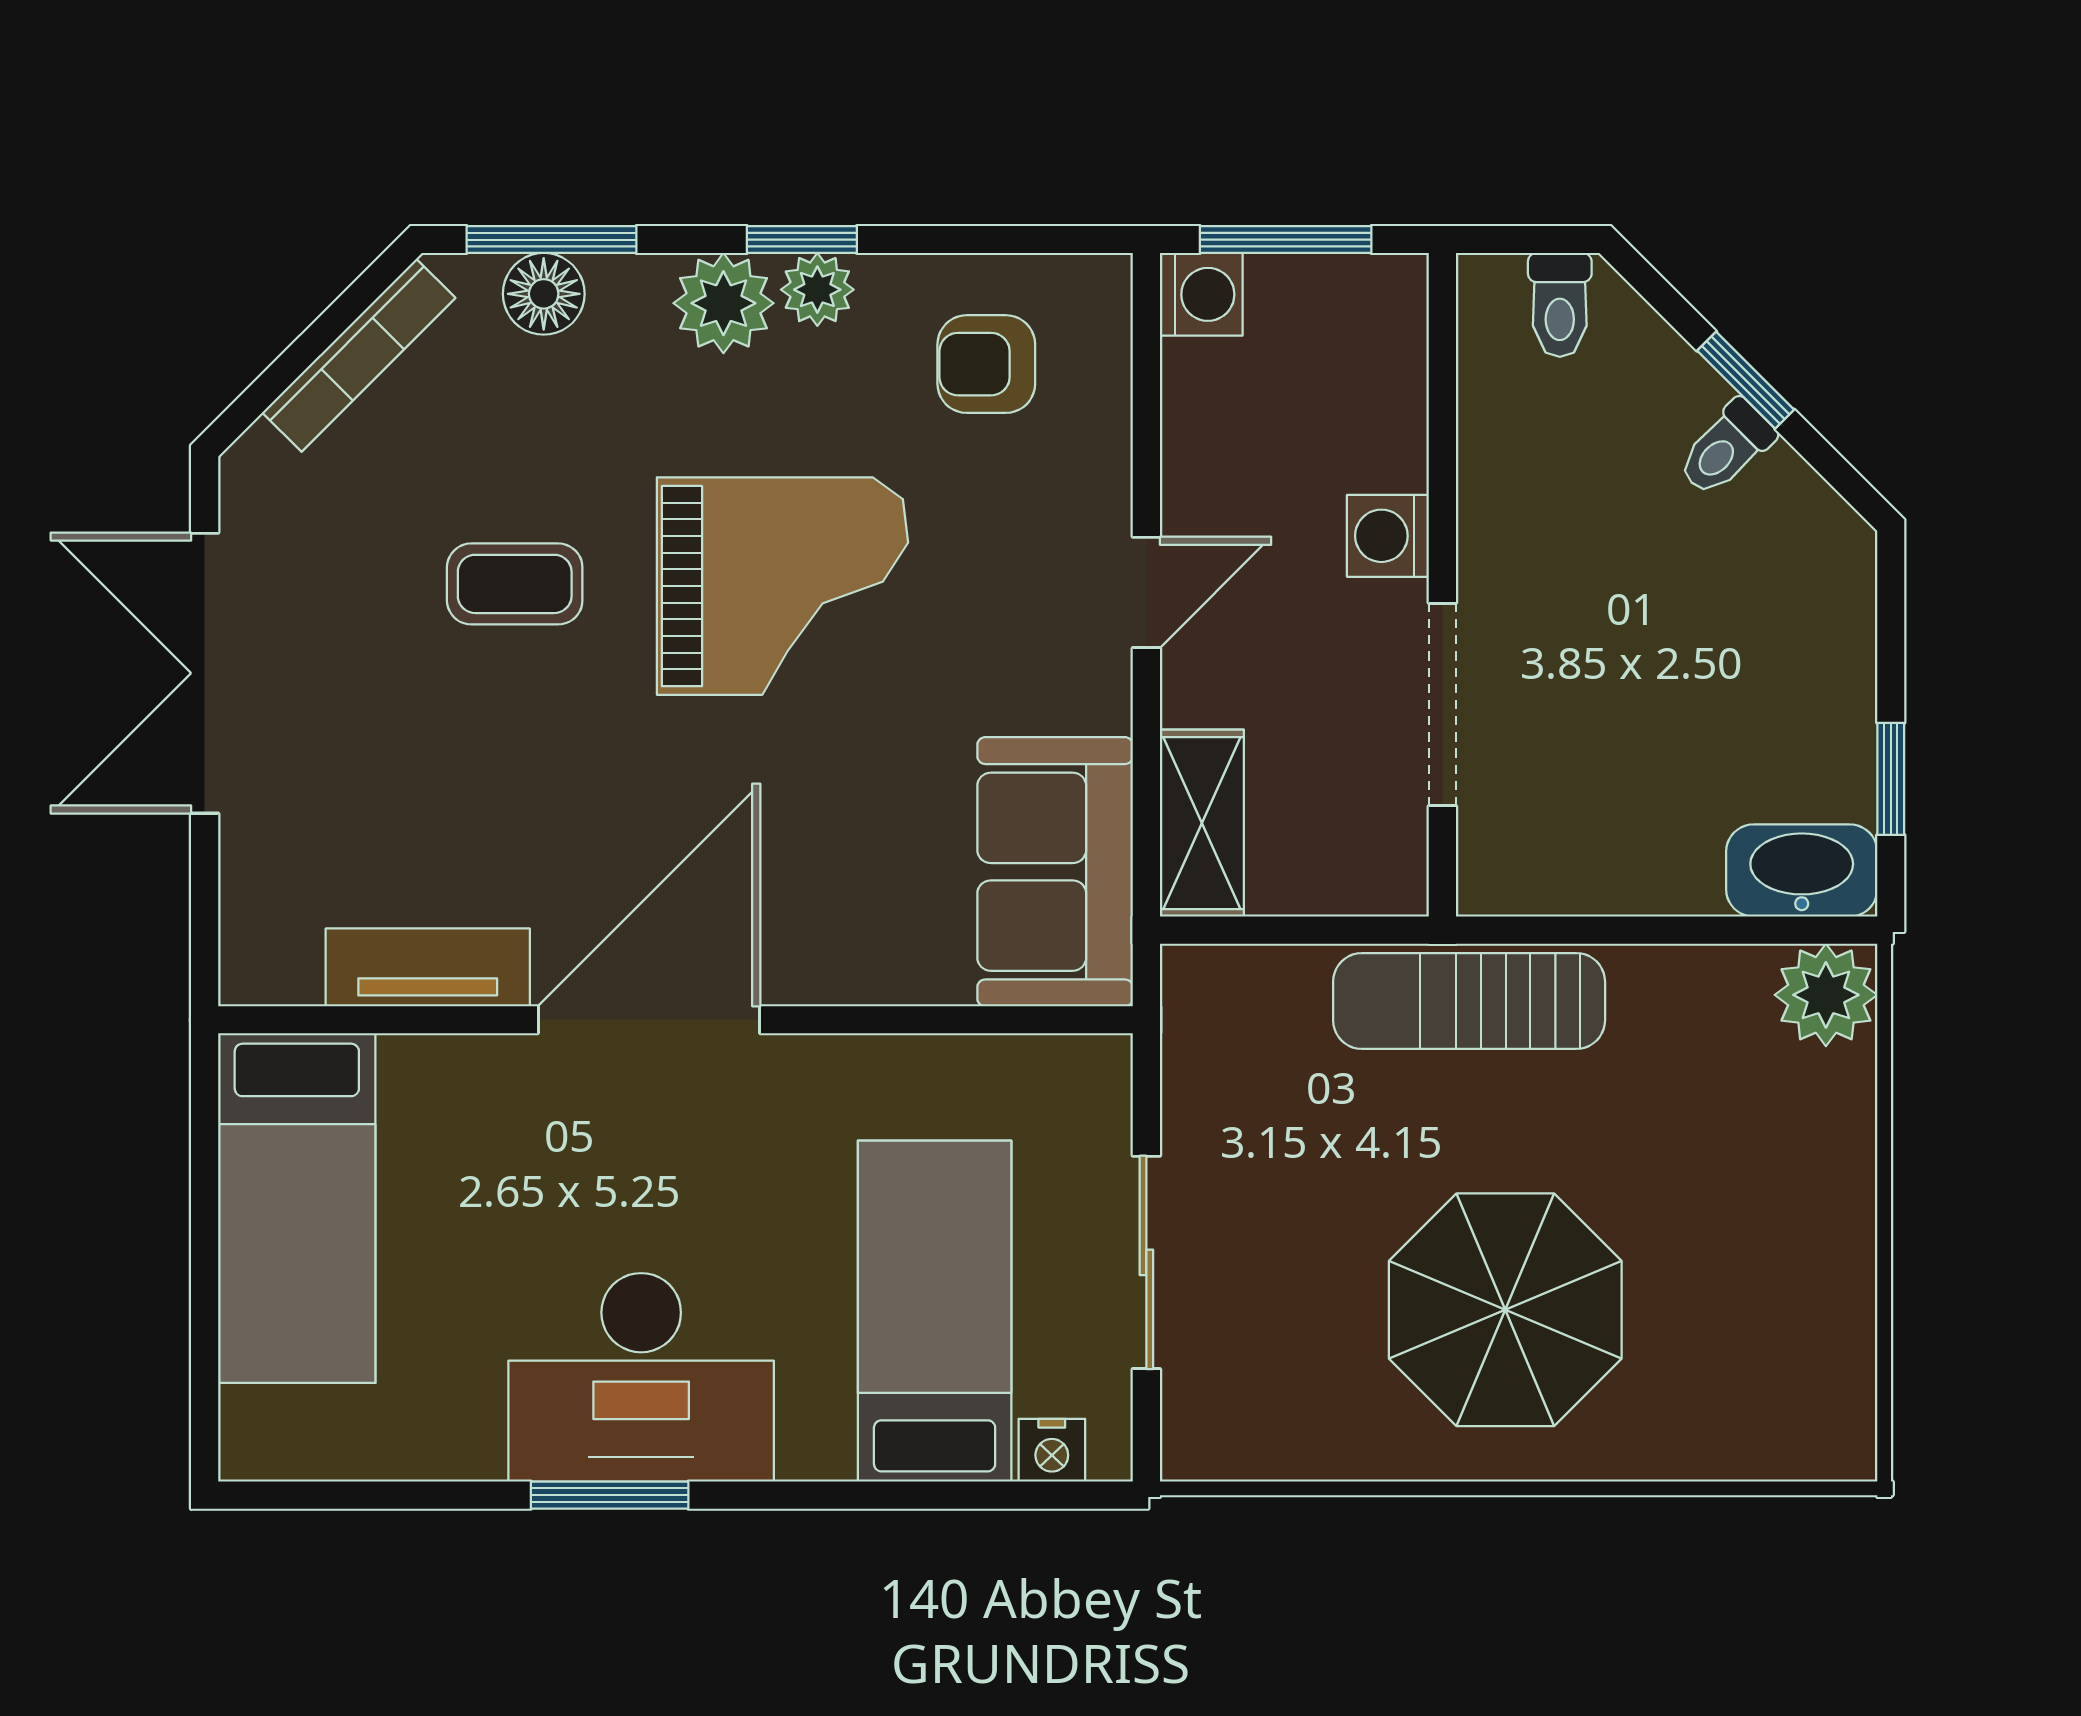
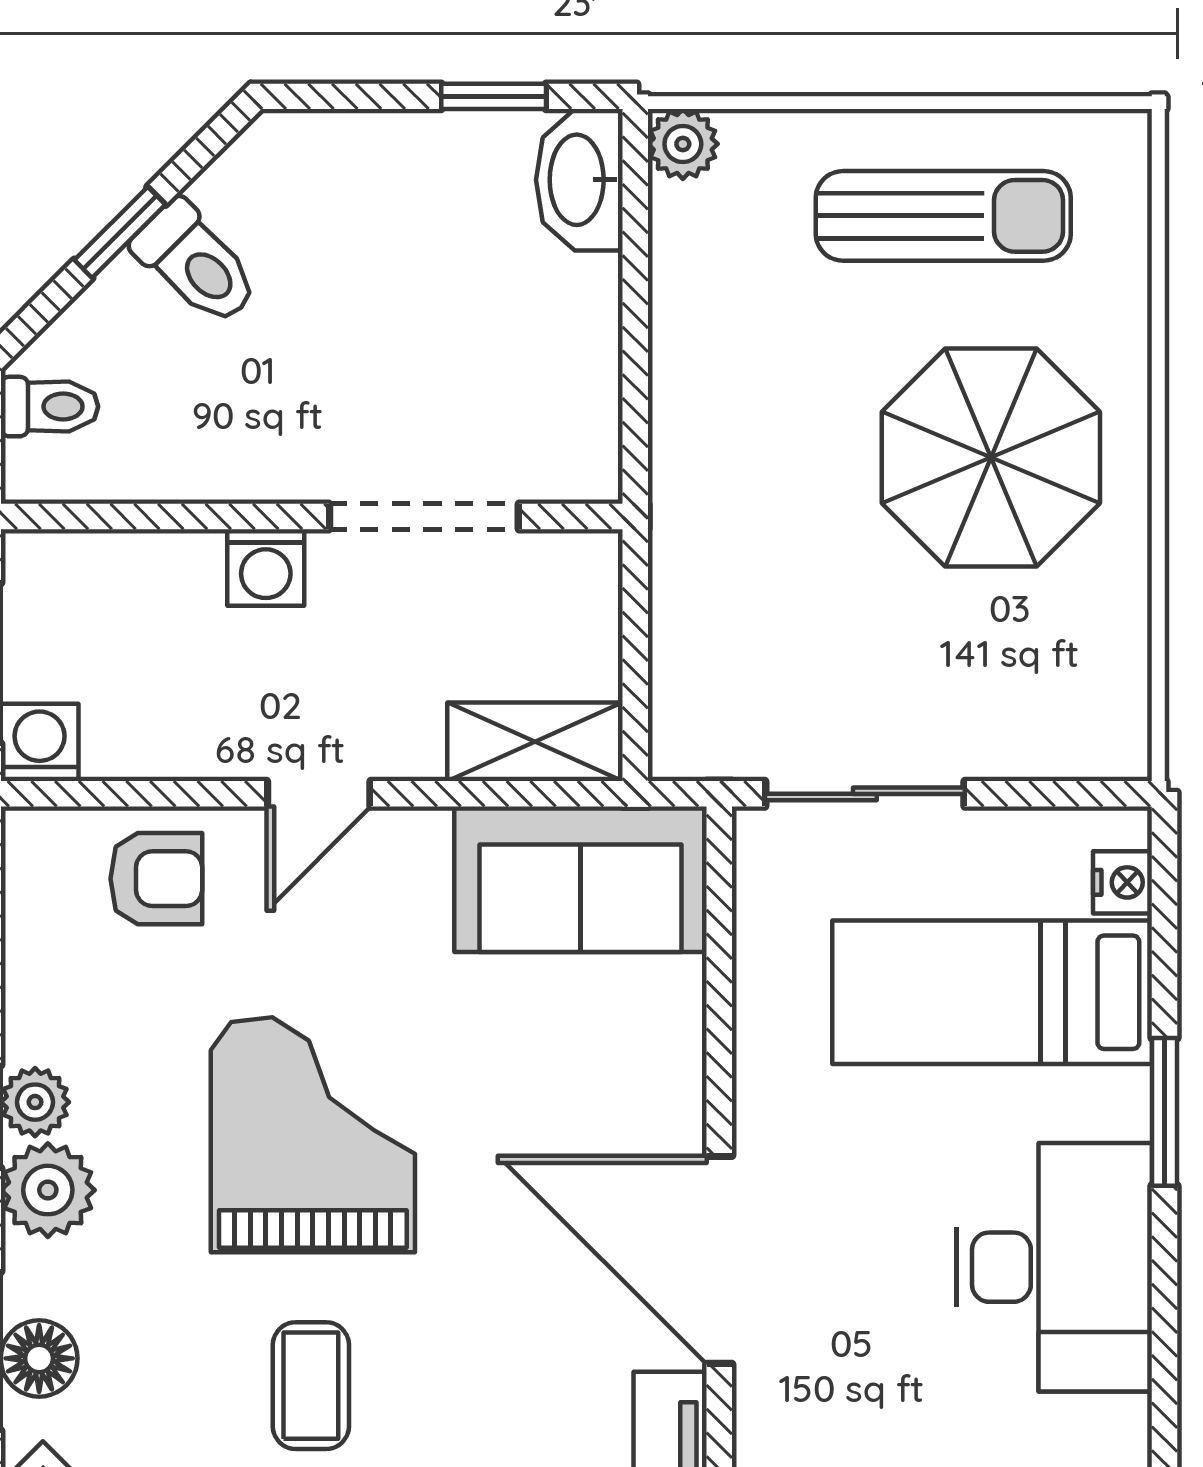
armchair: (986, 364) -> (156, 879), moved, turned -90
toilet: (1726, 448) -> (196, 263), width x1.37, depth x1.39
door: (1146, 592) -> (319, 794), swing flipped
plant: (1826, 995) -> (683, 144), width x0.73, depth x0.73
sun lounger: (1469, 1001) -> (943, 216), moved, turned -90
sliding door: (1146, 1262) -> (865, 794), moved
window: (610, 1495) -> (1165, 1112), moved

